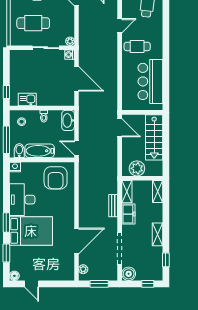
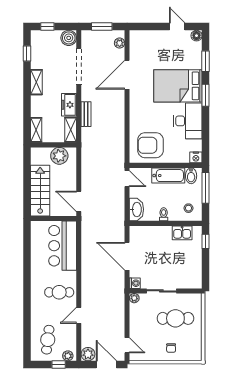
bar counter: (150, 81) -> (63, 246), moved, turned 180
armchair: (56, 178) -> (150, 145), turned -90

